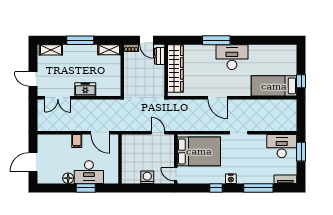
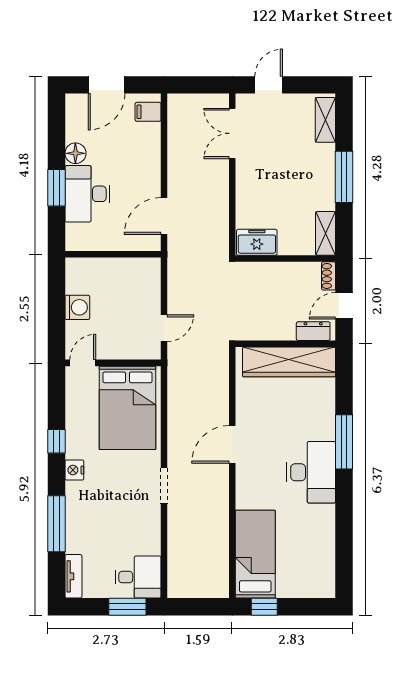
freezer: (85, 89) -> (257, 242), moved, turned -90
filing cabinet: (77, 141) -> (148, 112), moved
desk: (282, 146) -> (138, 577), width x0.73
door: (33, 162) -> (107, 85), swing flipped

